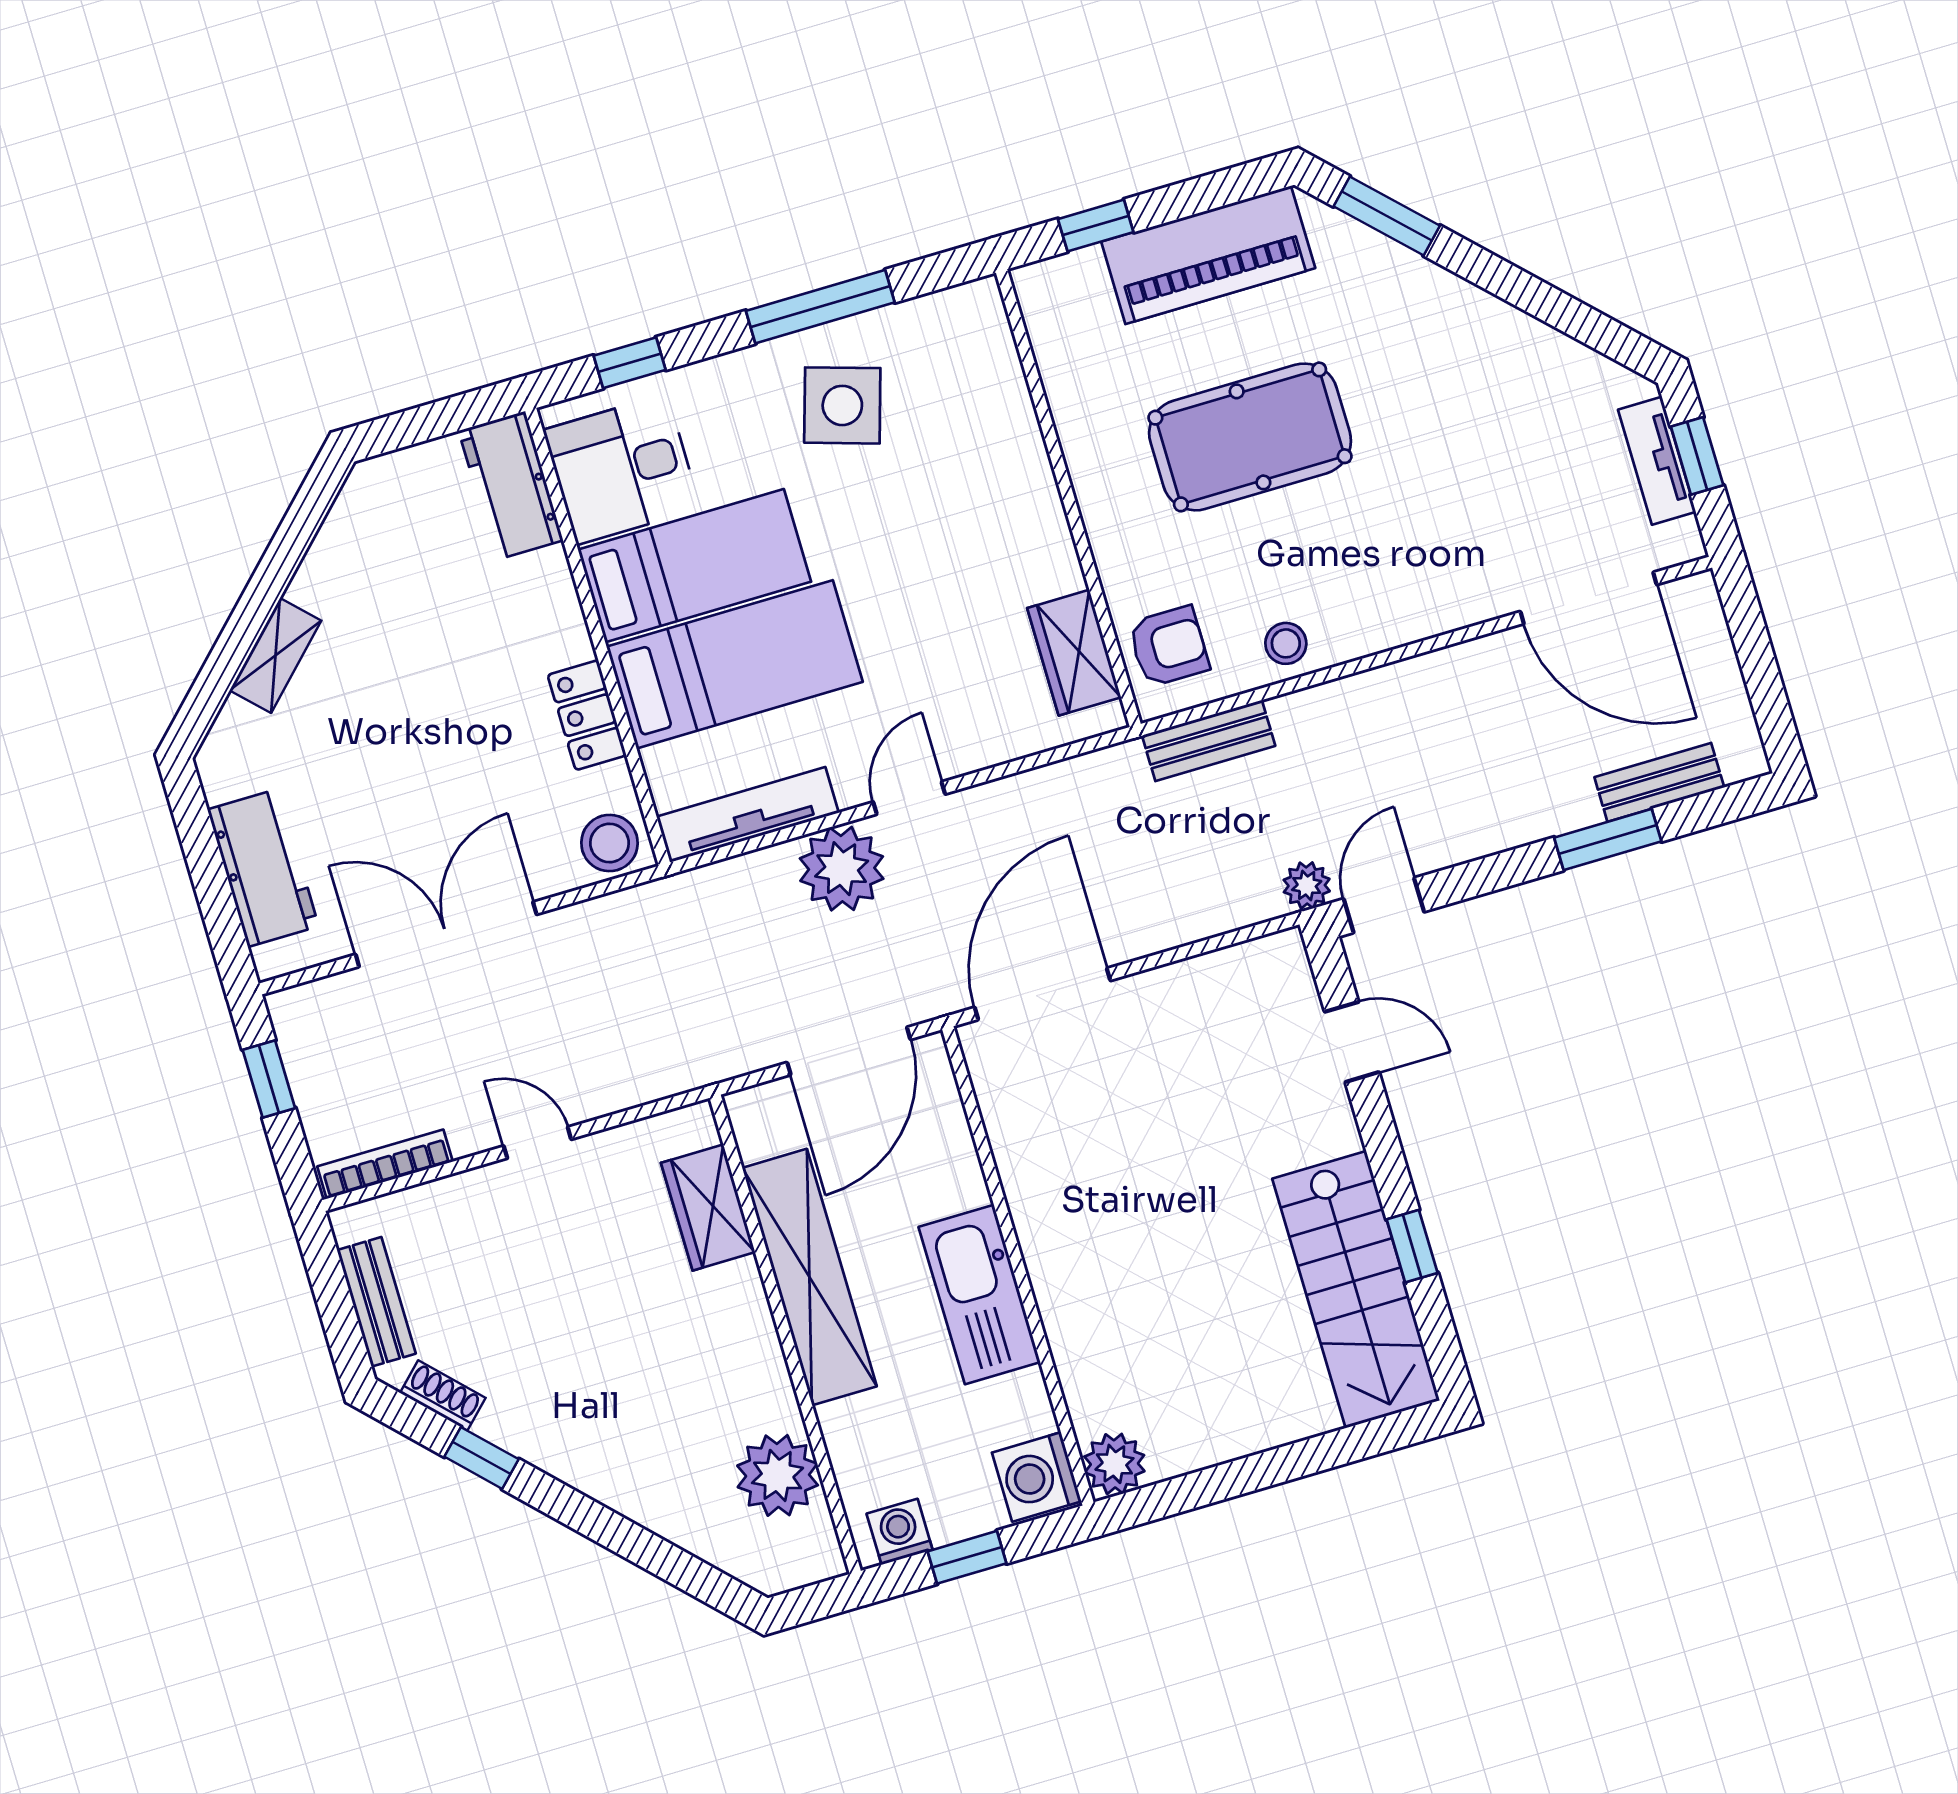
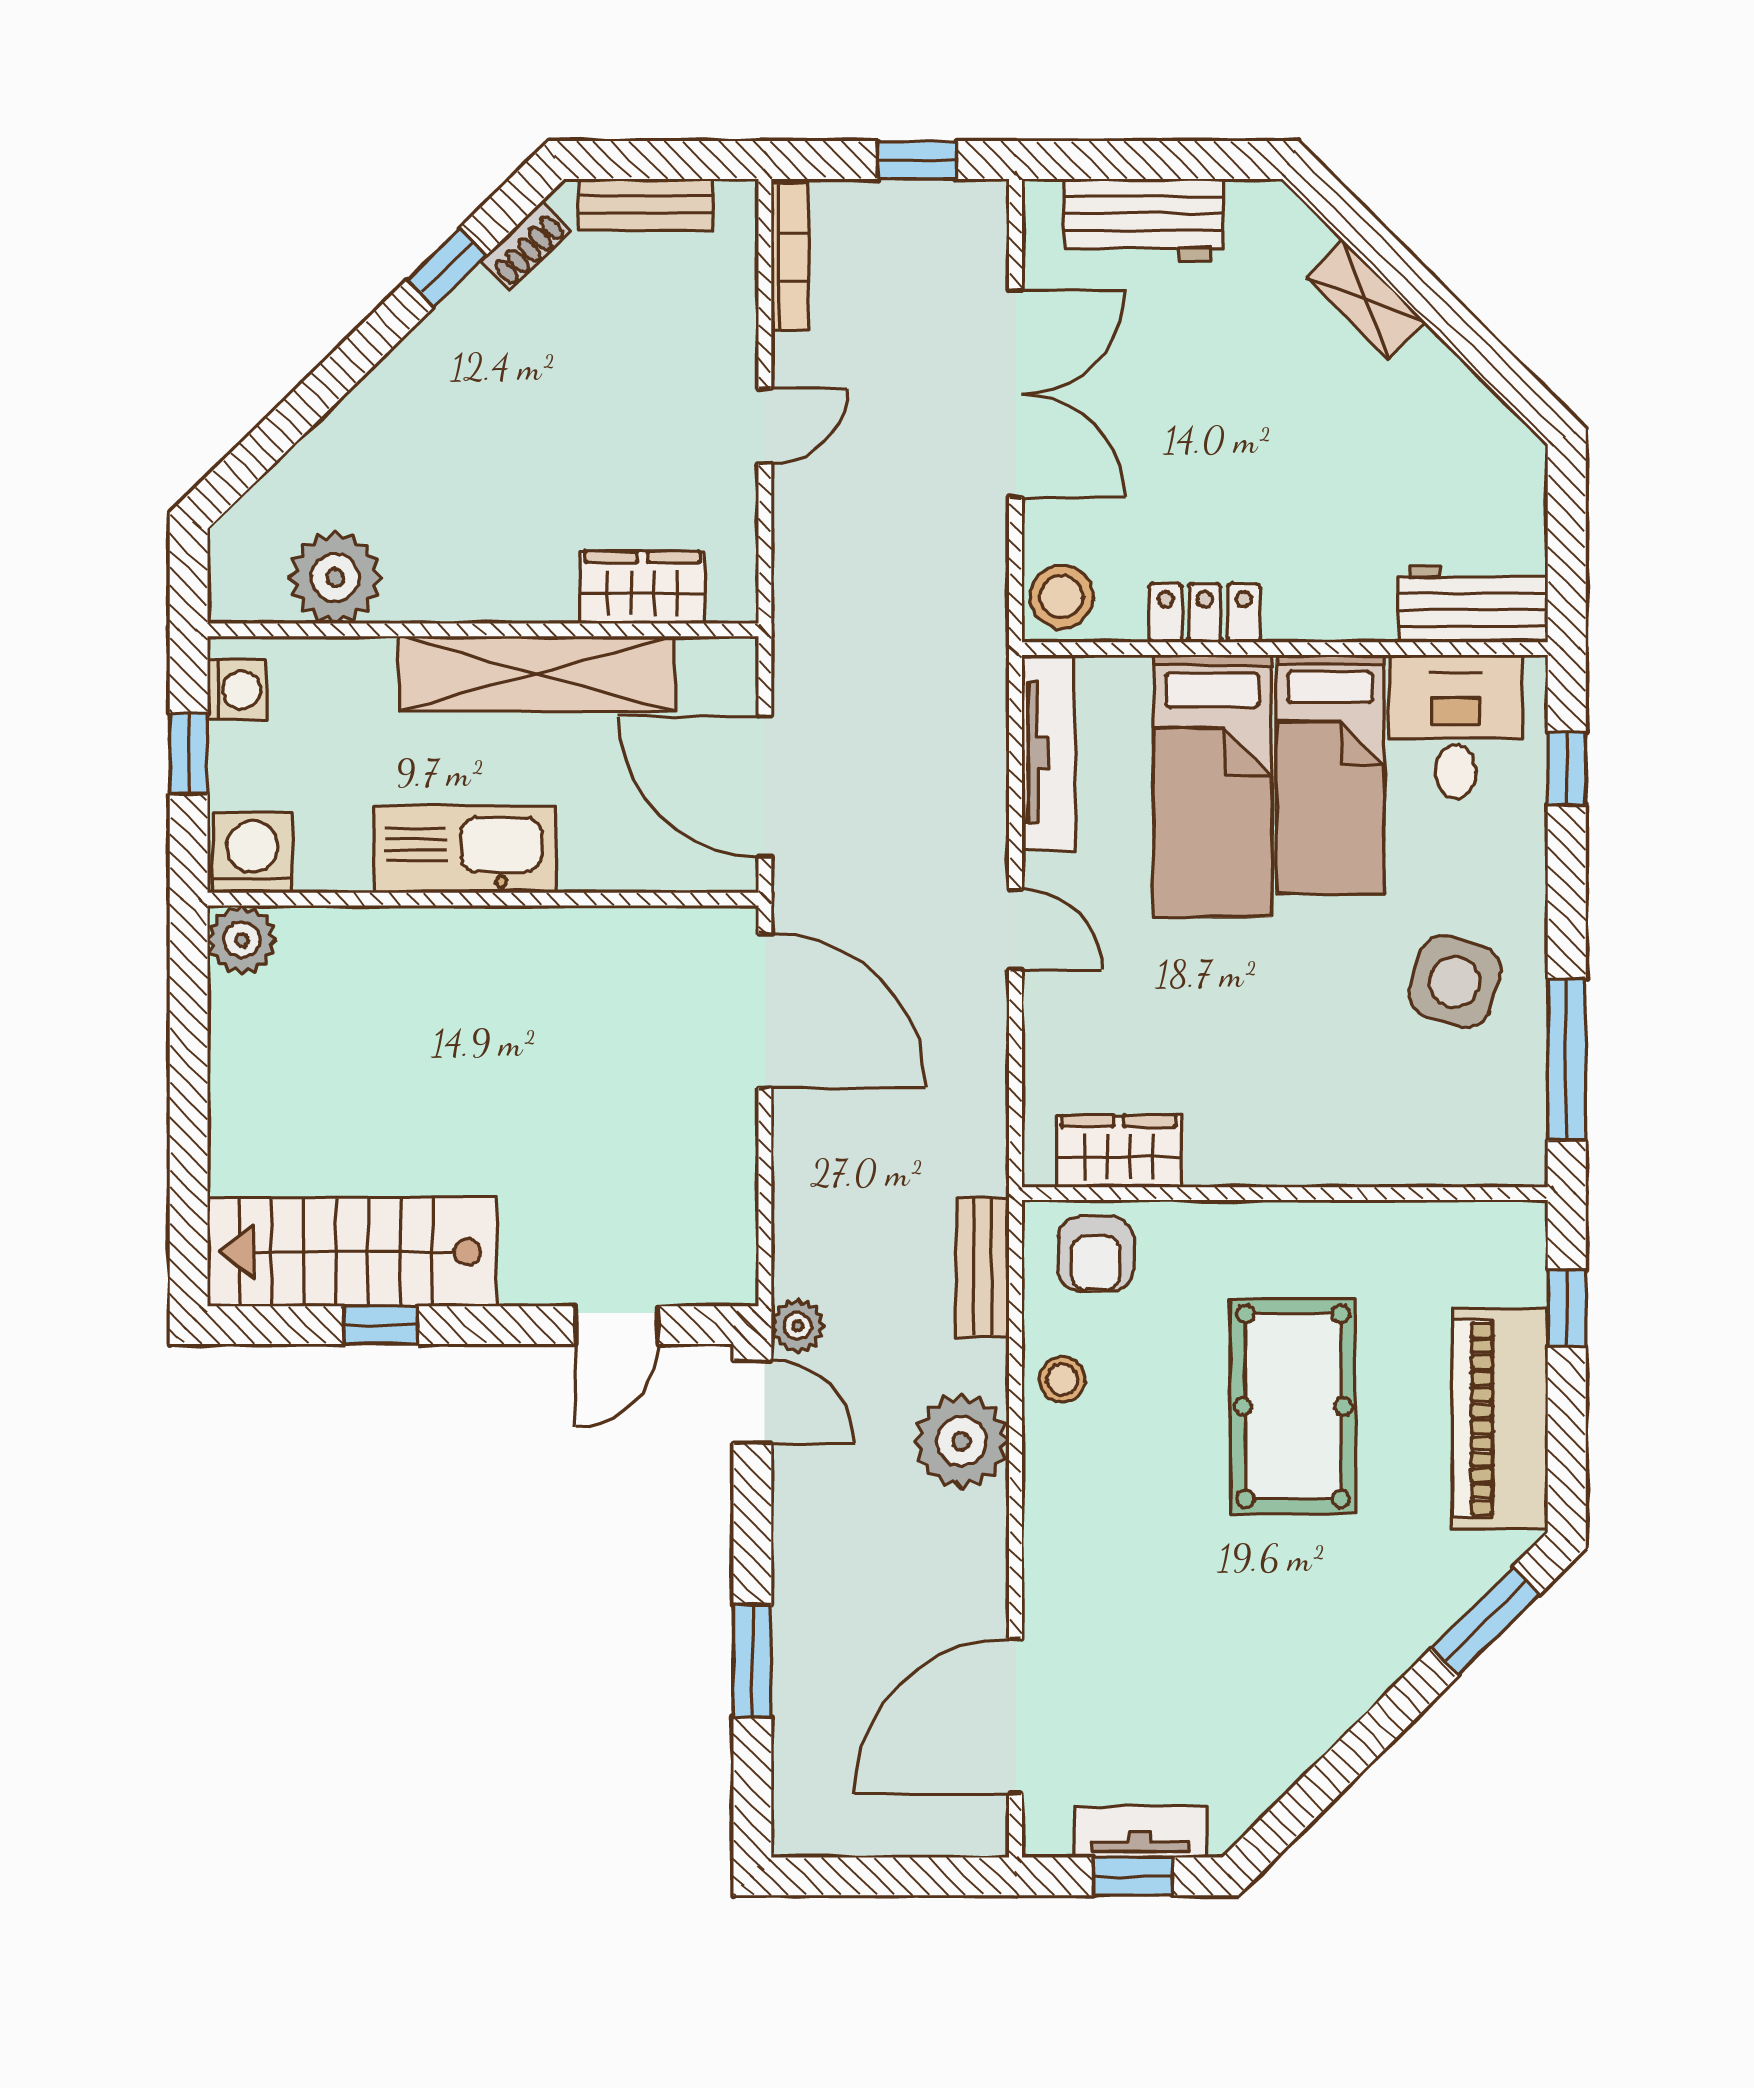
window: (820, 307) -> (1567, 1060), moved
bench: (1659, 782) -> (797, 1734), removed
plant: (842, 869) -> (961, 1441), moved

